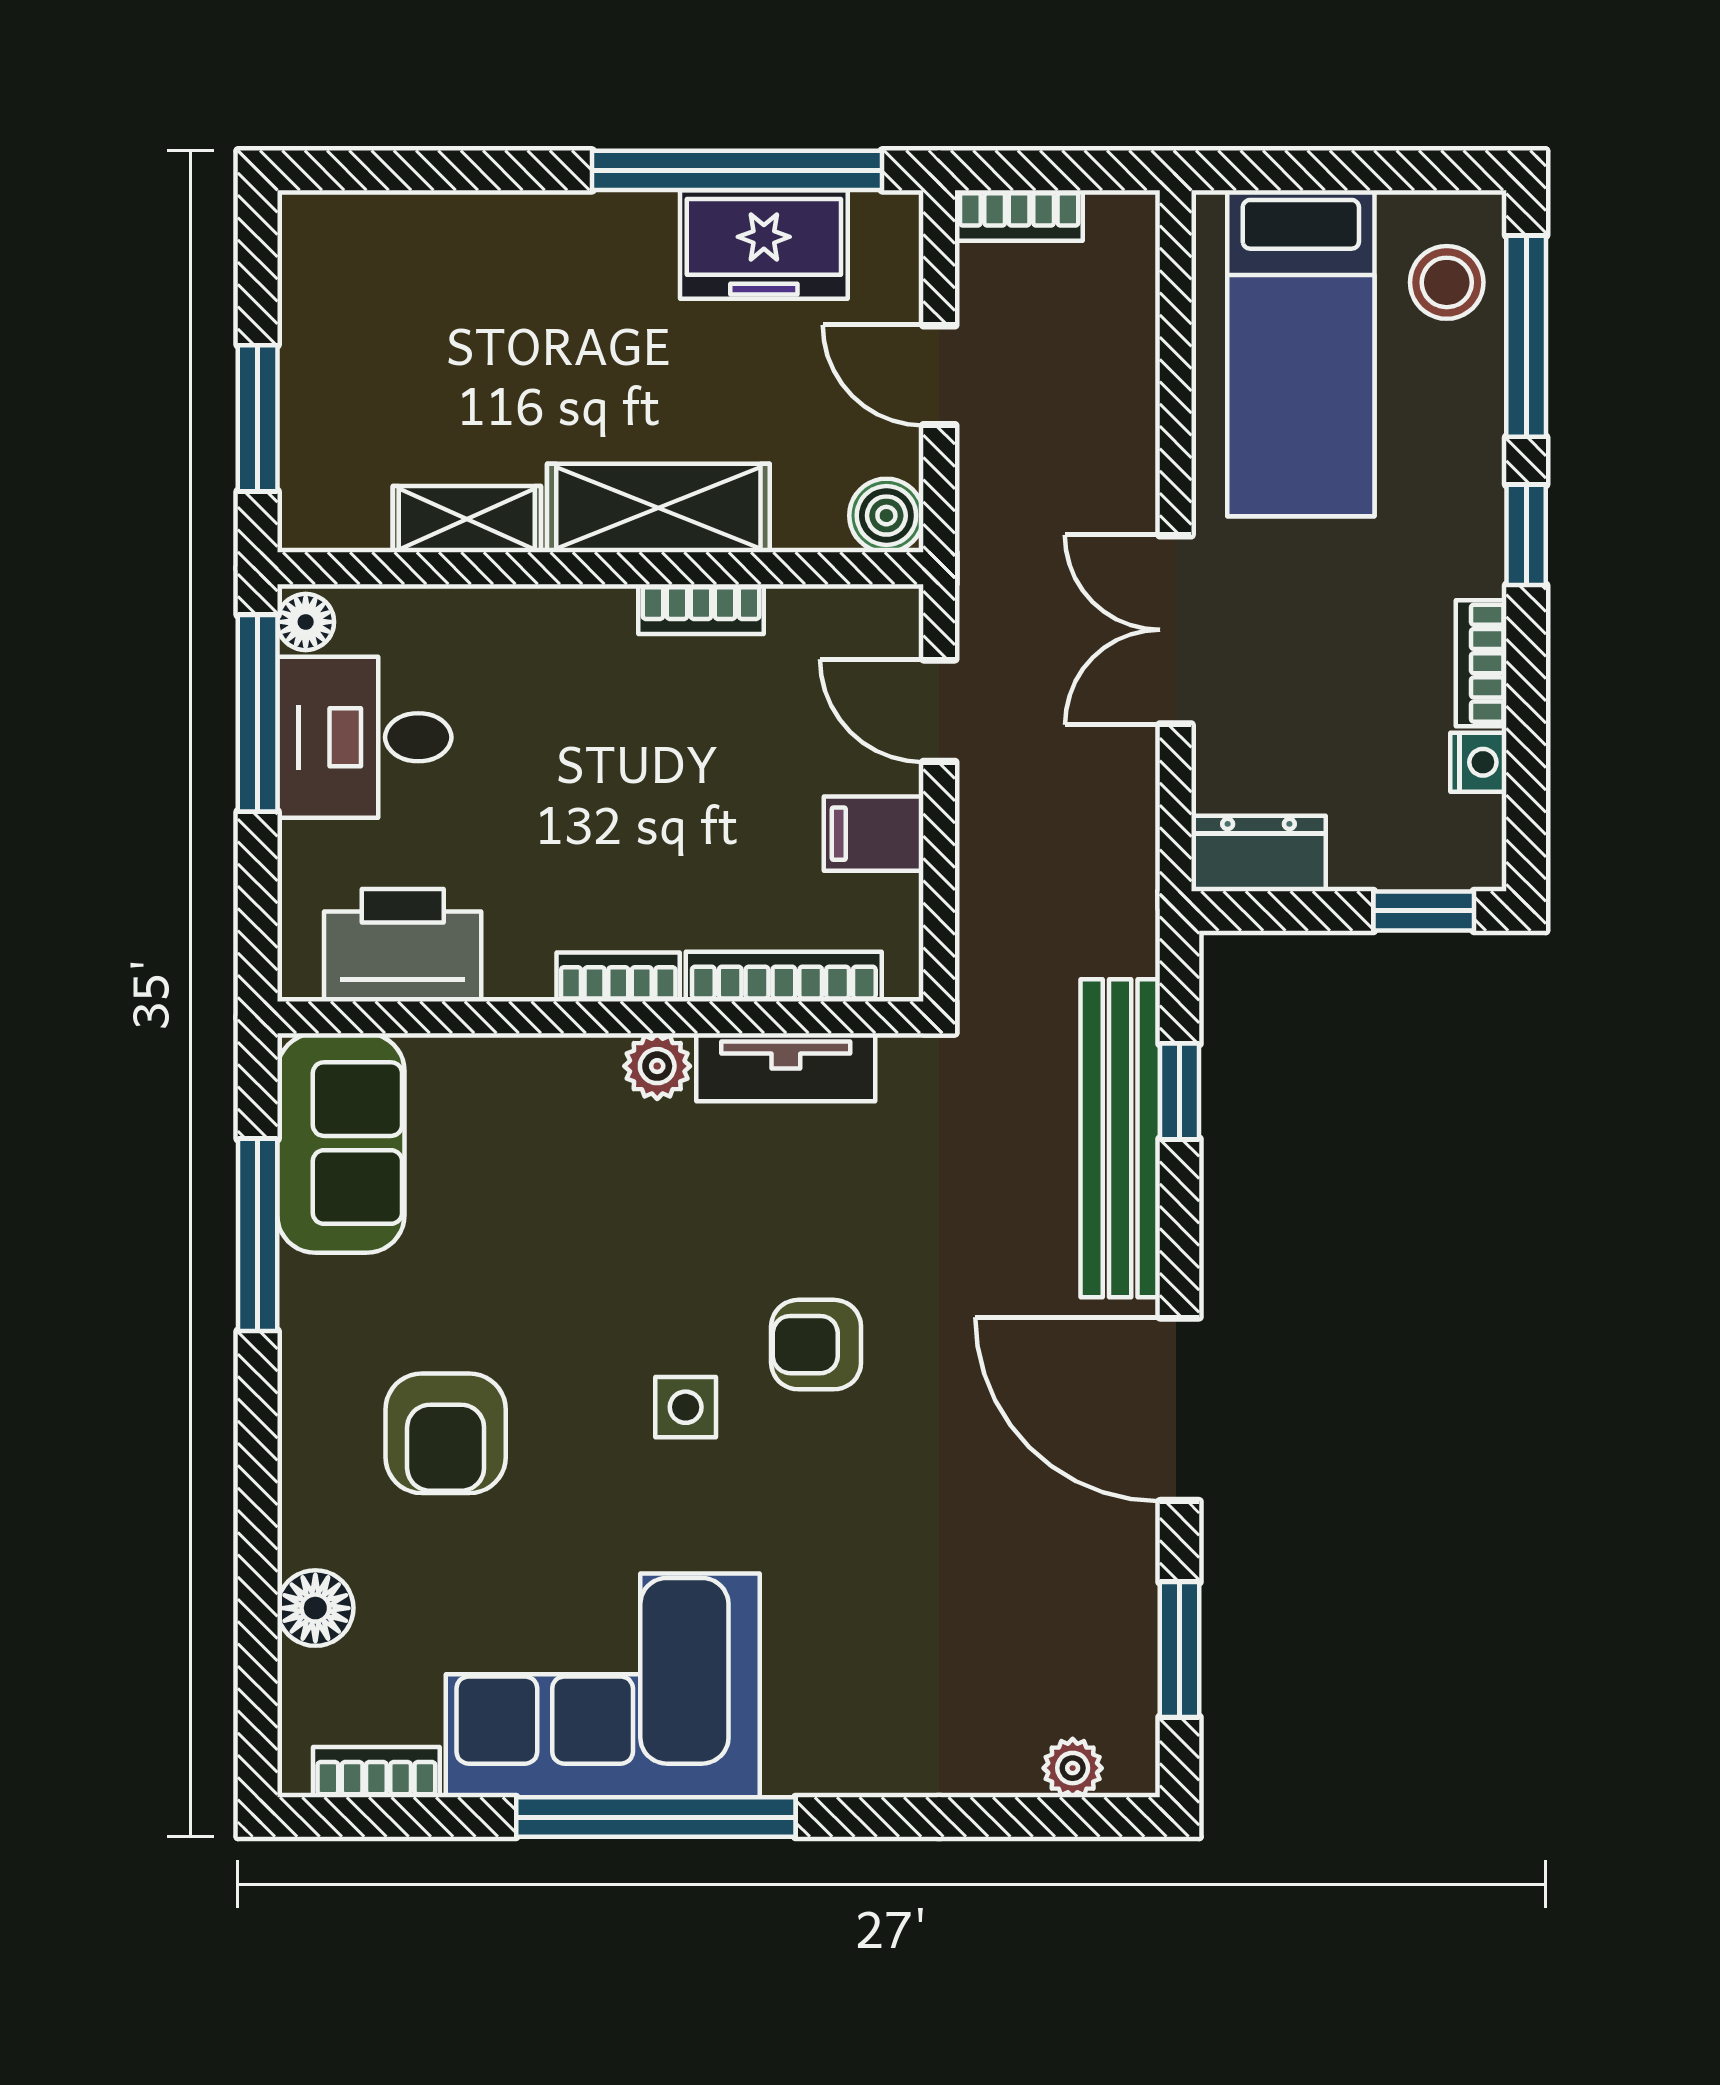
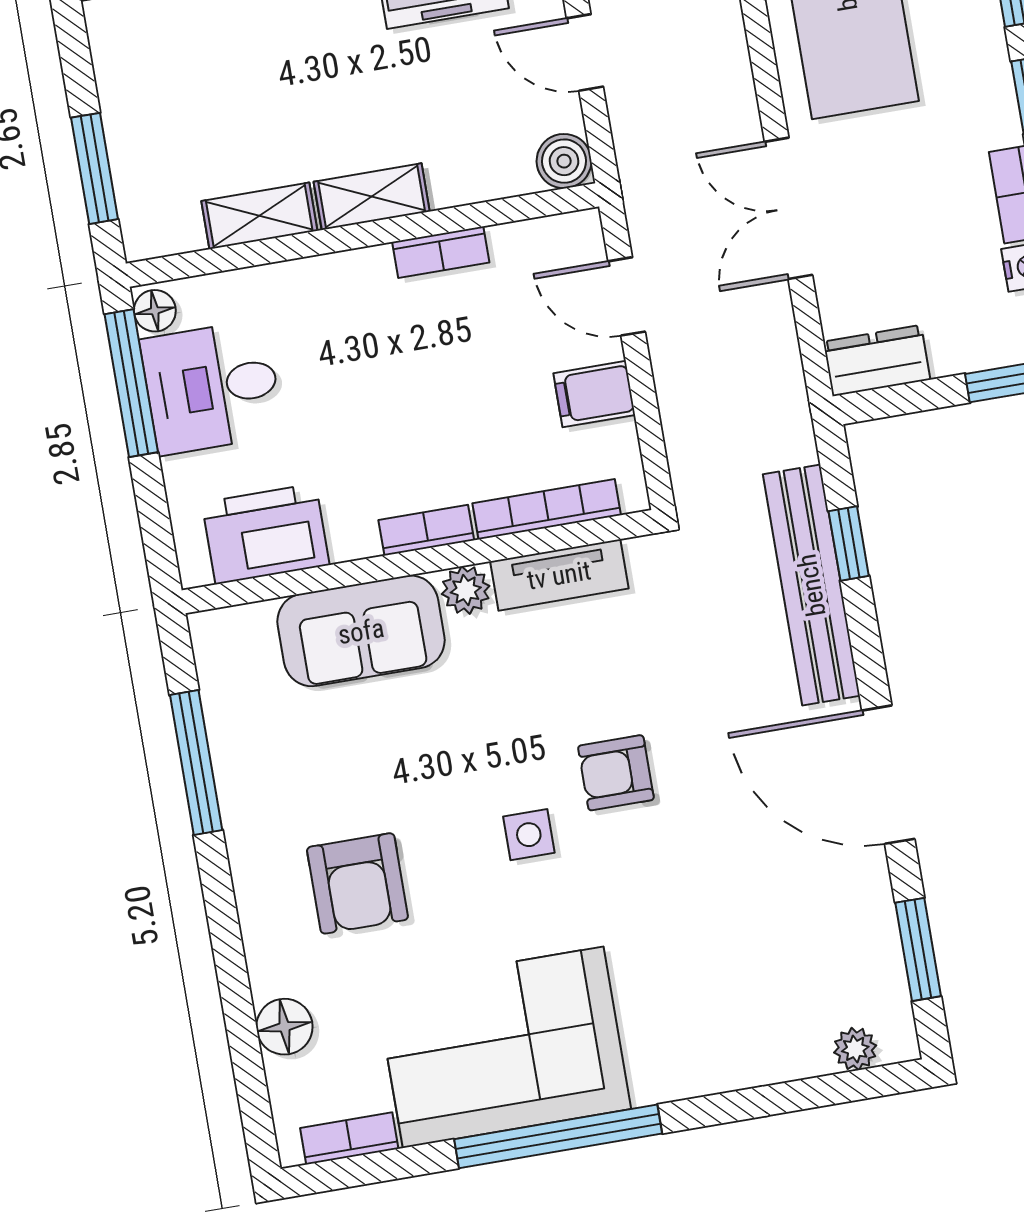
shelving: (658, 508) -> (372, 197), width x0.67, depth x0.75
sofa: (341, 1143) -> (361, 631), moved, turned 90

